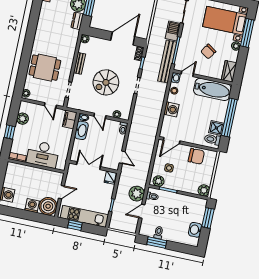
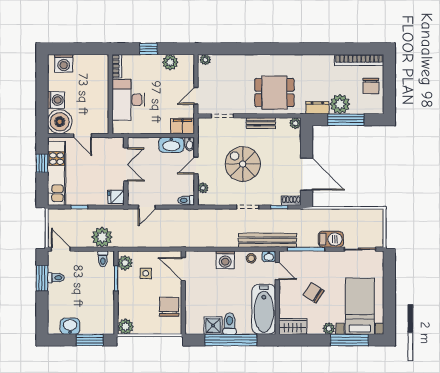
bench: (167, 62) -> (267, 240), moved
dining table: (45, 68) -> (274, 93), moved, turned 90
toilet: (213, 139) -> (230, 324), moved
chair: (196, 156) -> (169, 307), turned 180
door: (142, 211) -> (61, 249), moved

